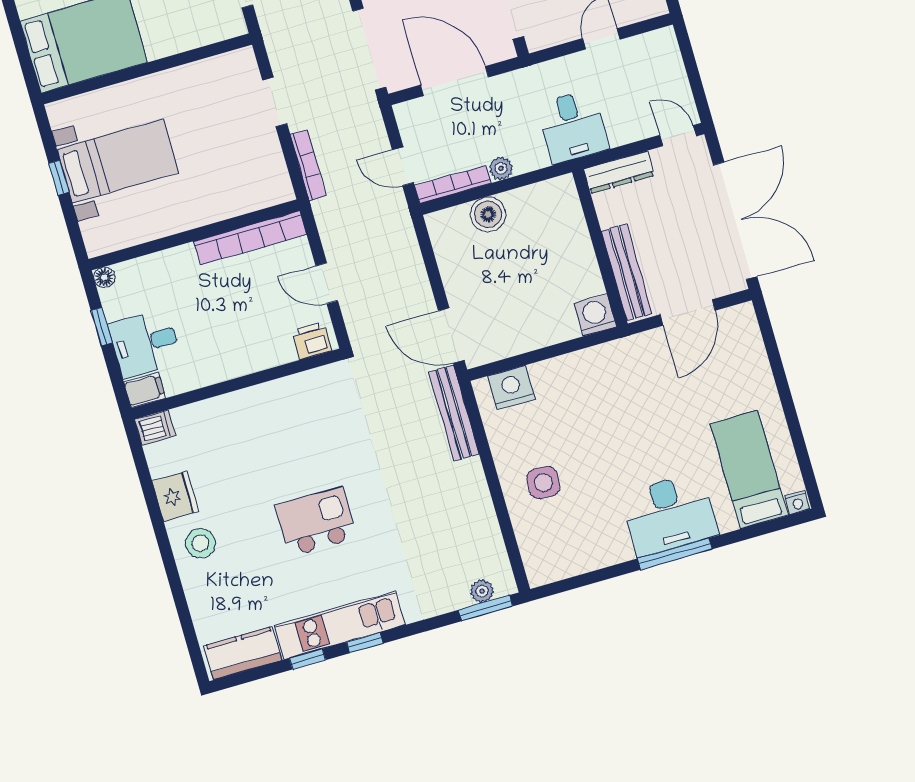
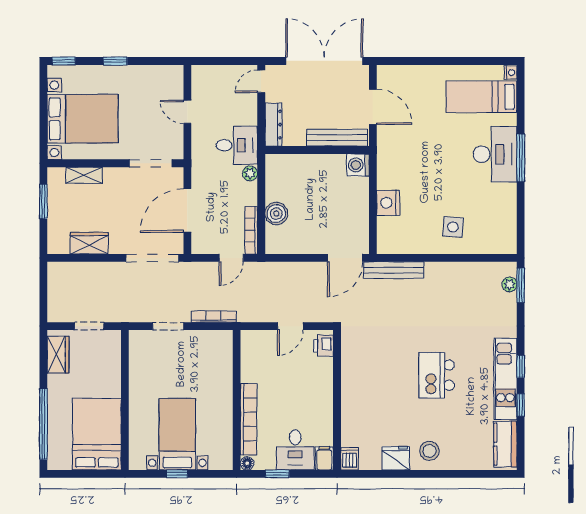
plant: (501, 168) -> (250, 173), moved
bookcase: (250, 238) -> (249, 419), moved
nightstand: (511, 388) -> (388, 203), moved

